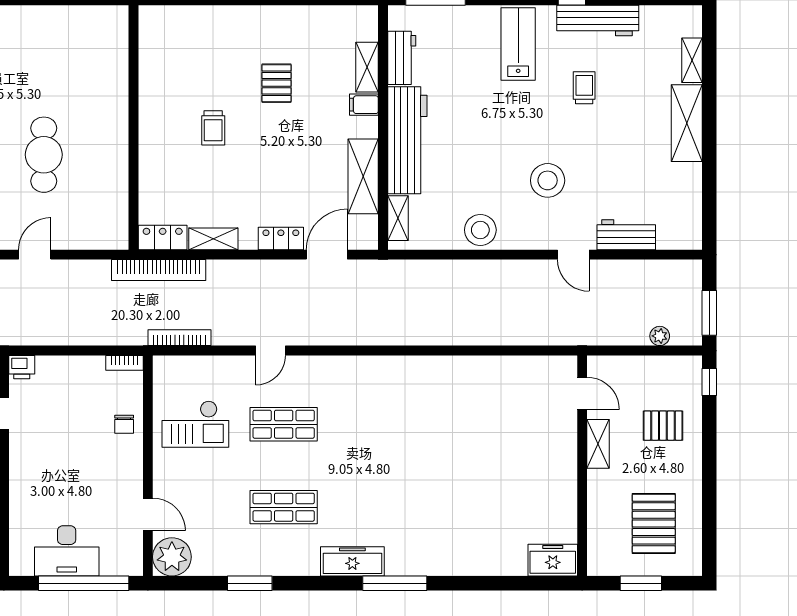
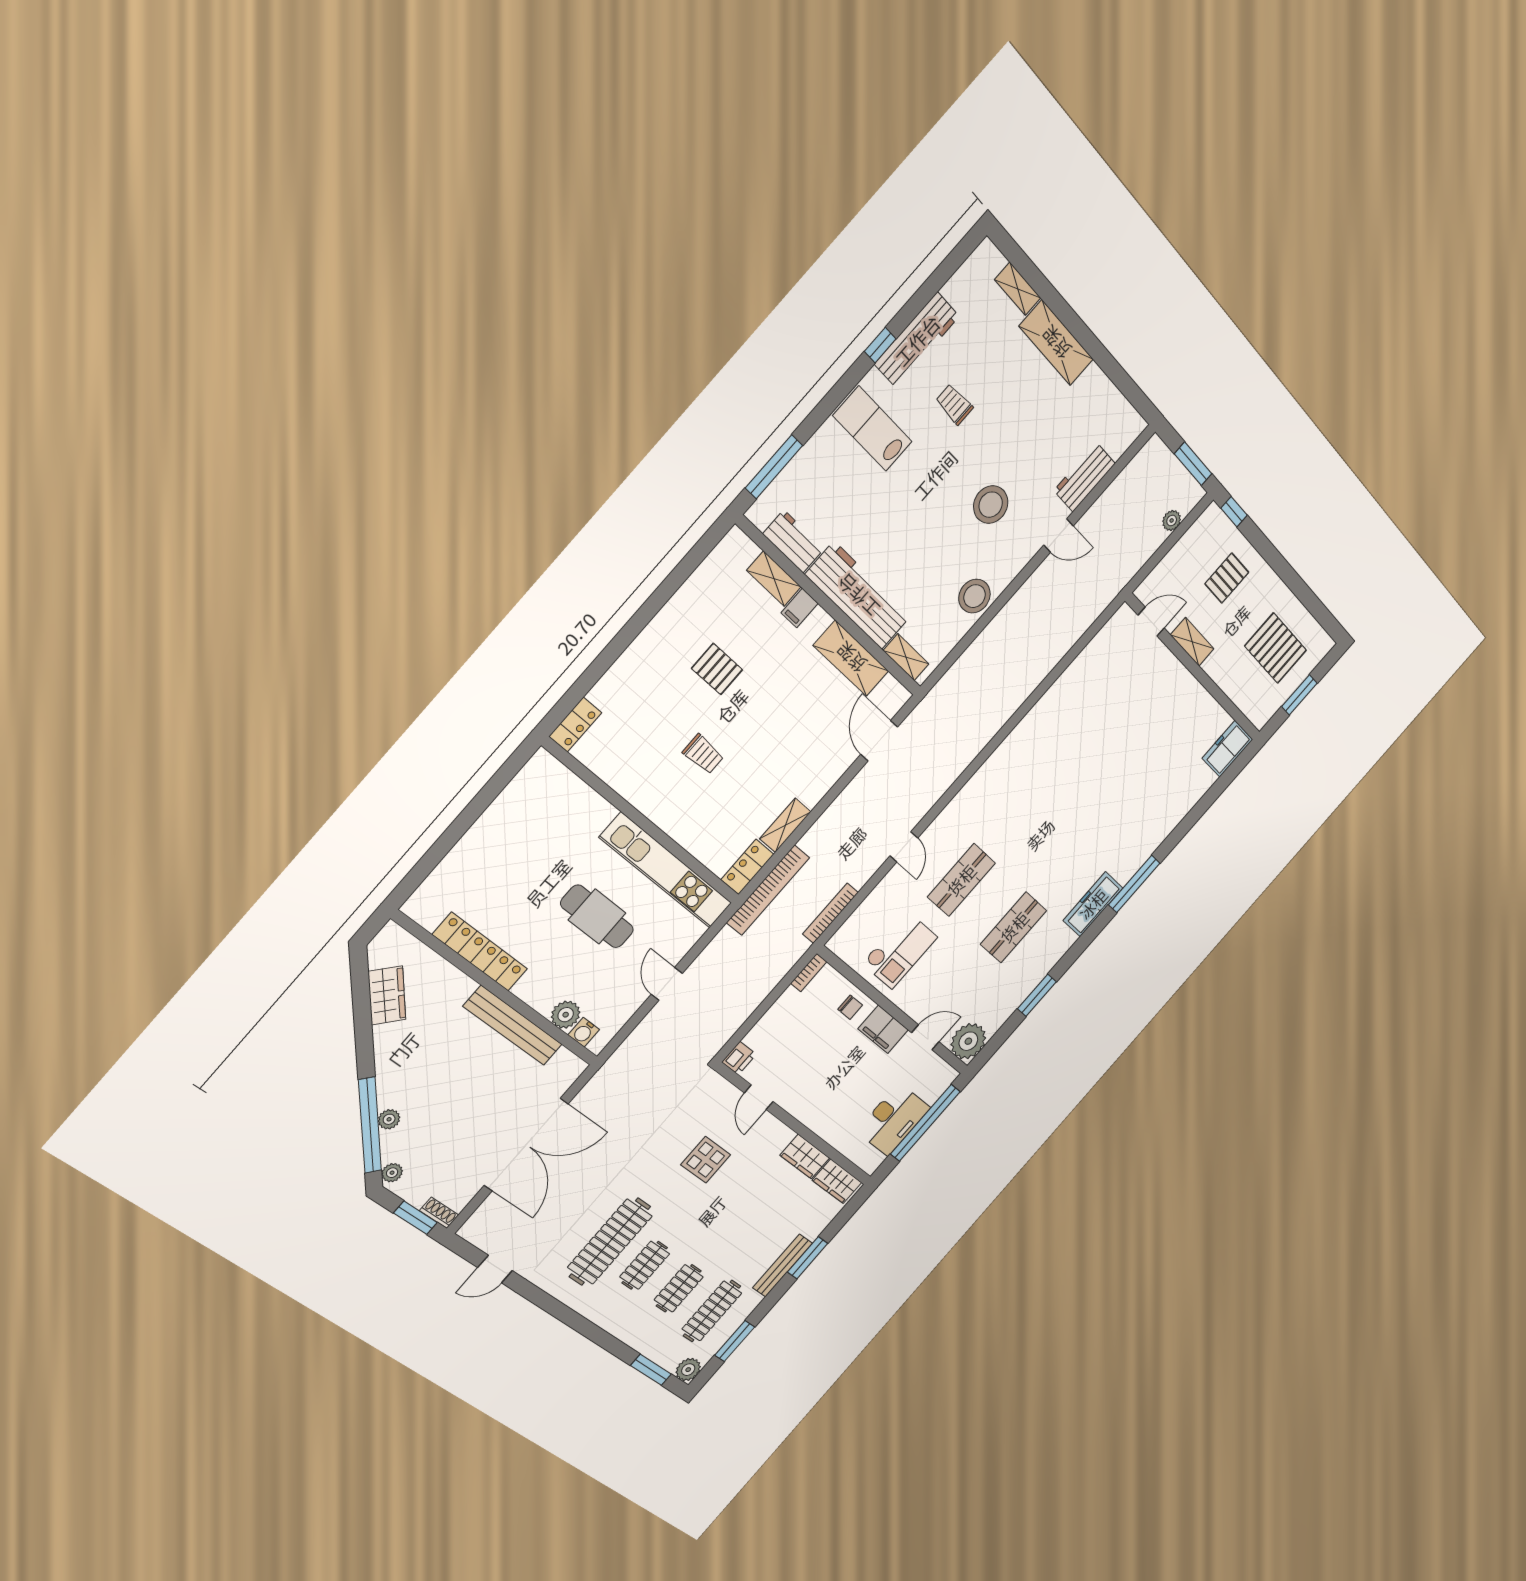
kitchen unit: (114, 177) -> (666, 871), added
locker: (281, 238) -> (575, 725), moved, turned 180
filing cabinet: (128, 470) -> (883, 1029), added

